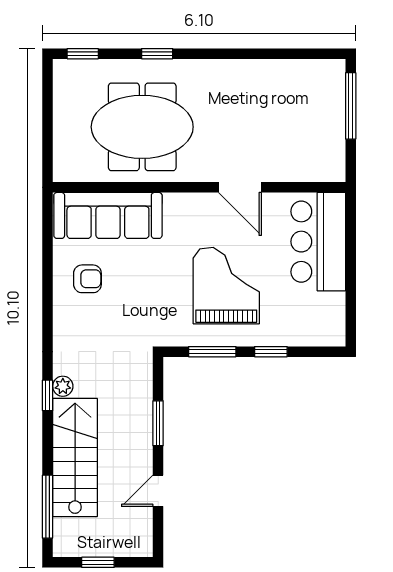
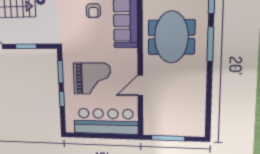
window: (157, 54) -> (210, 44), width x2.17
window: (351, 106) -> (168, 138), moved
bar counter: (318, 242) -> (106, 121), width x1.36

